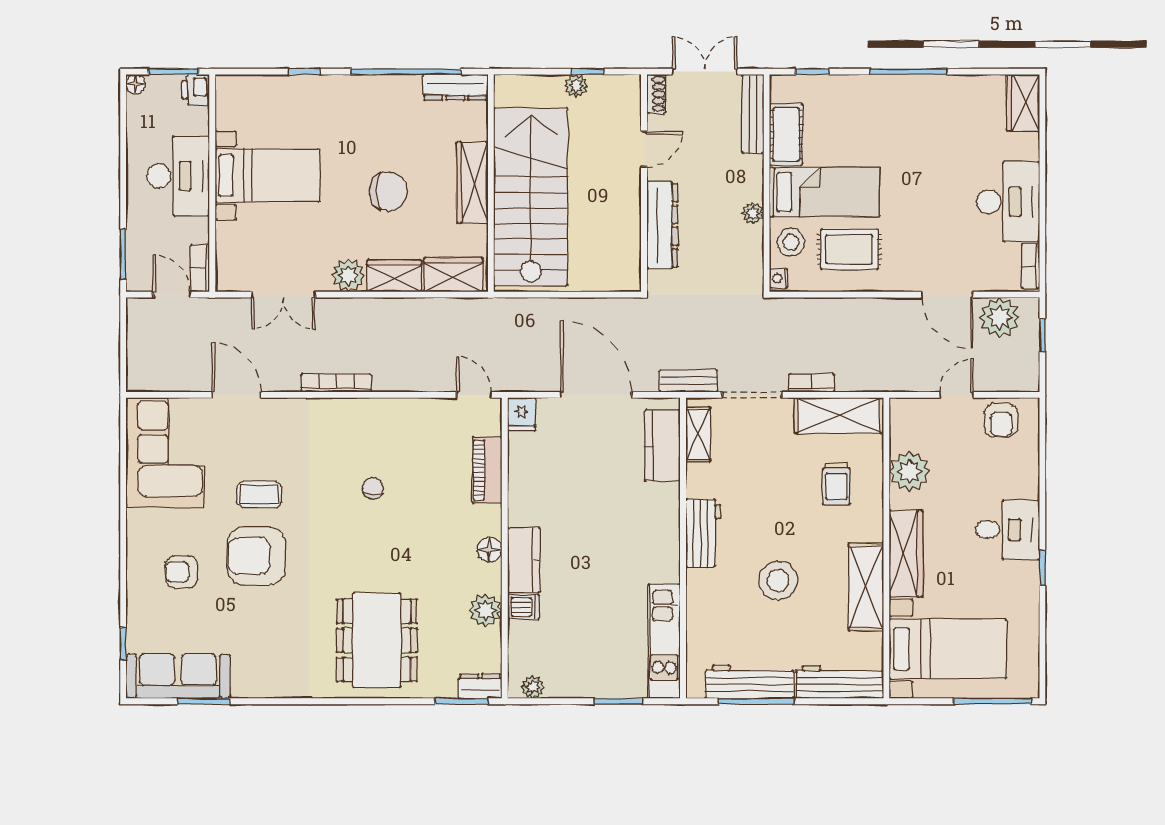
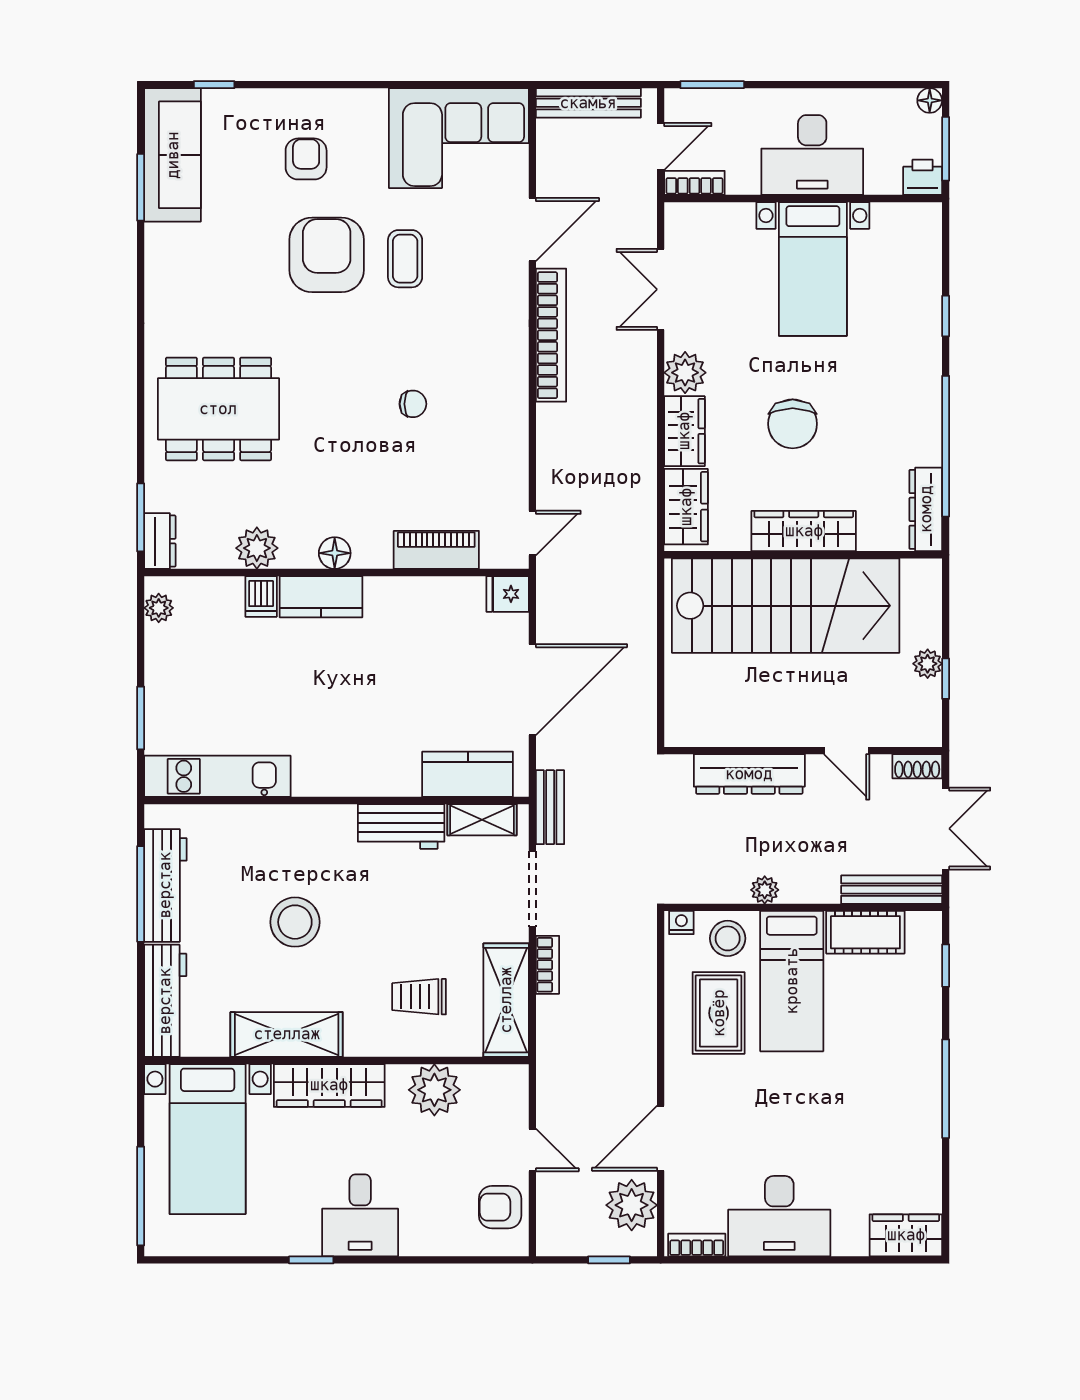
bench: (137, 351) -> (588, 103), added
bookcase: (336, 383) -> (551, 335), width x1.48, depth x1.31
workbench: (703, 533) -> (401, 826), moved

